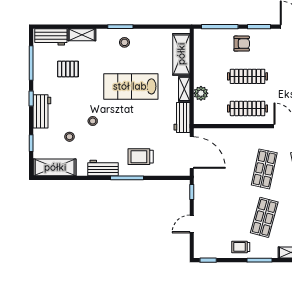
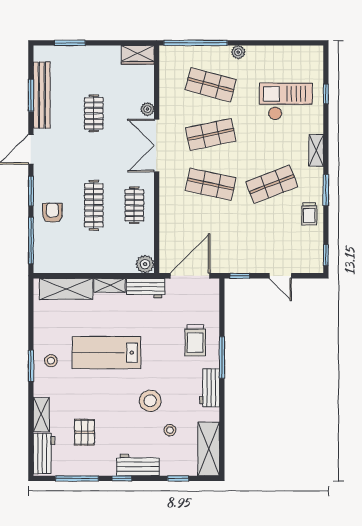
lab bench: (131, 86) -> (106, 353), turned 90
plant: (201, 93) -> (145, 264), moved
clothes rail: (248, 108) -> (134, 205), width x0.73
stool: (93, 121) -> (150, 401), width x1.89, depth x1.89
shop shelf: (264, 217) -> (272, 184), turned -36

